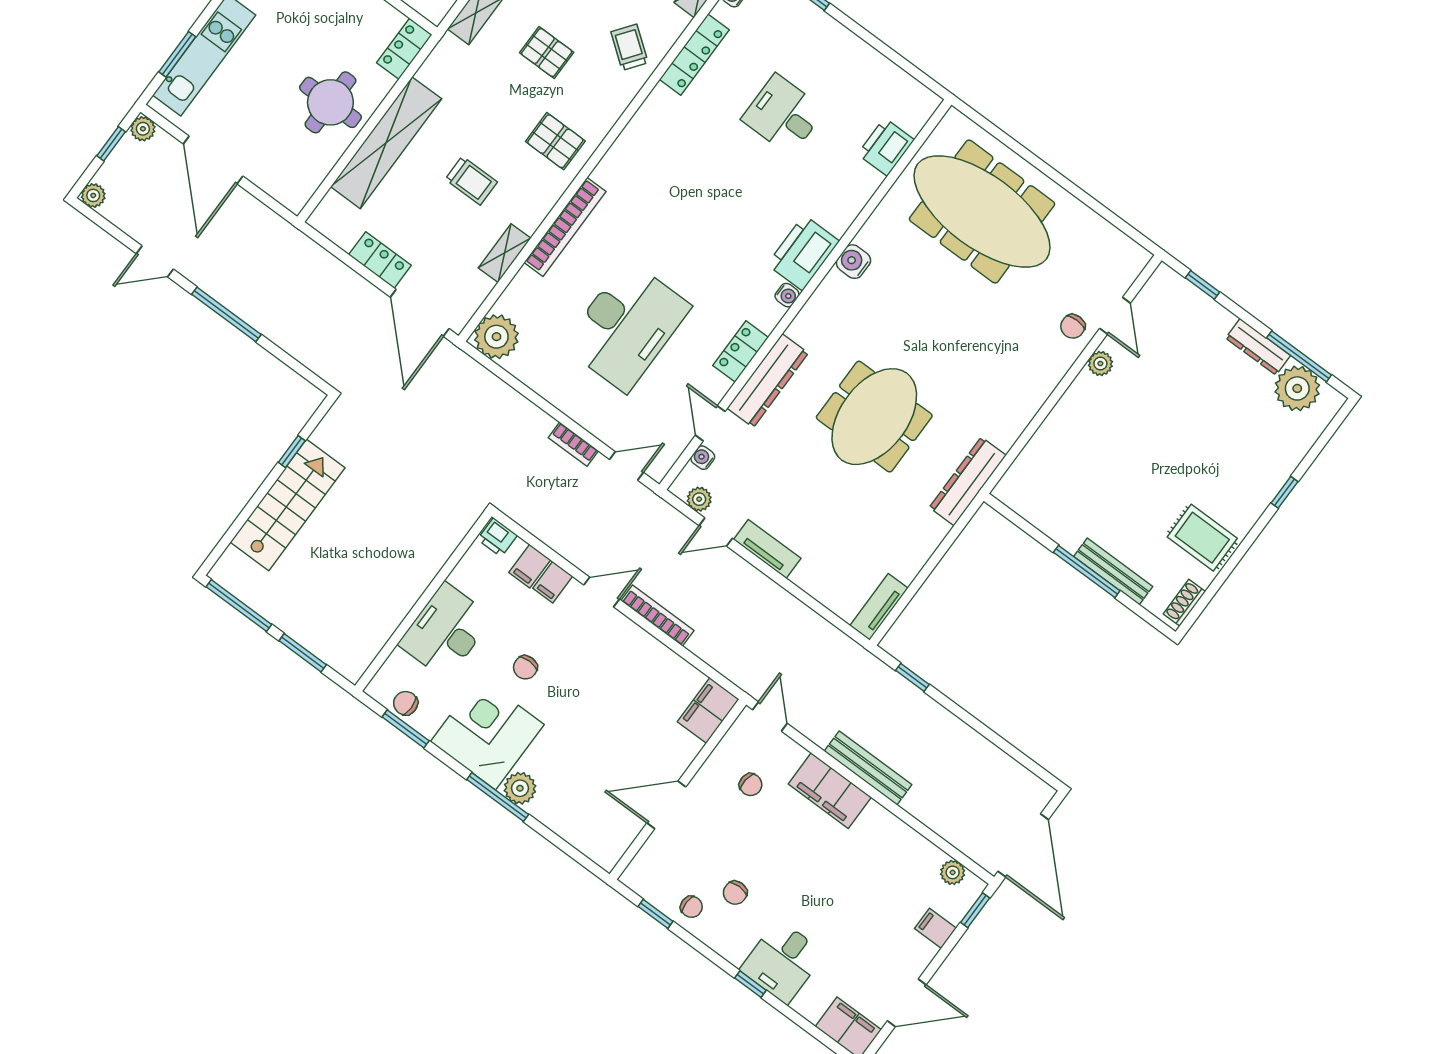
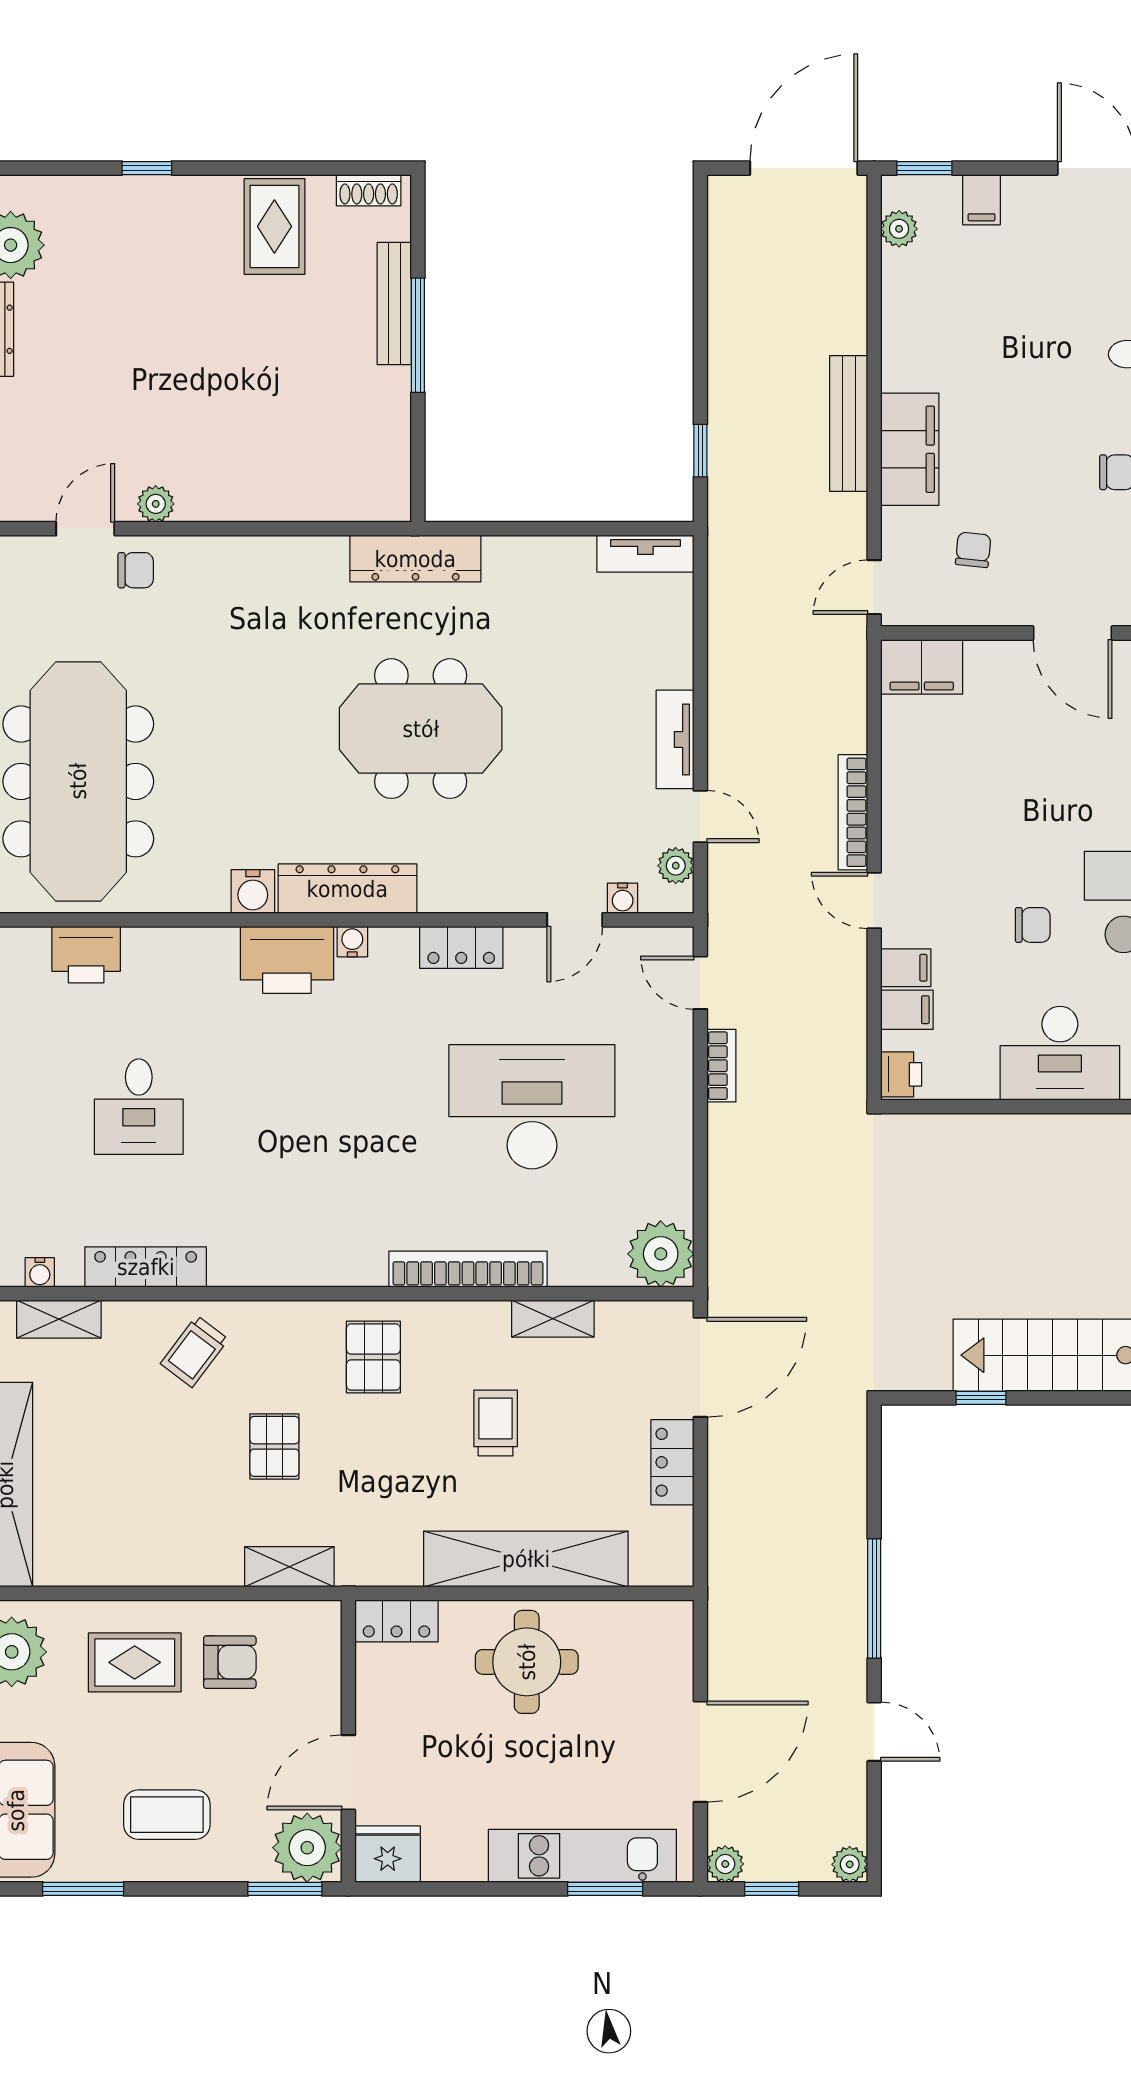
dresser: (768, 381) -> (347, 889), moved

